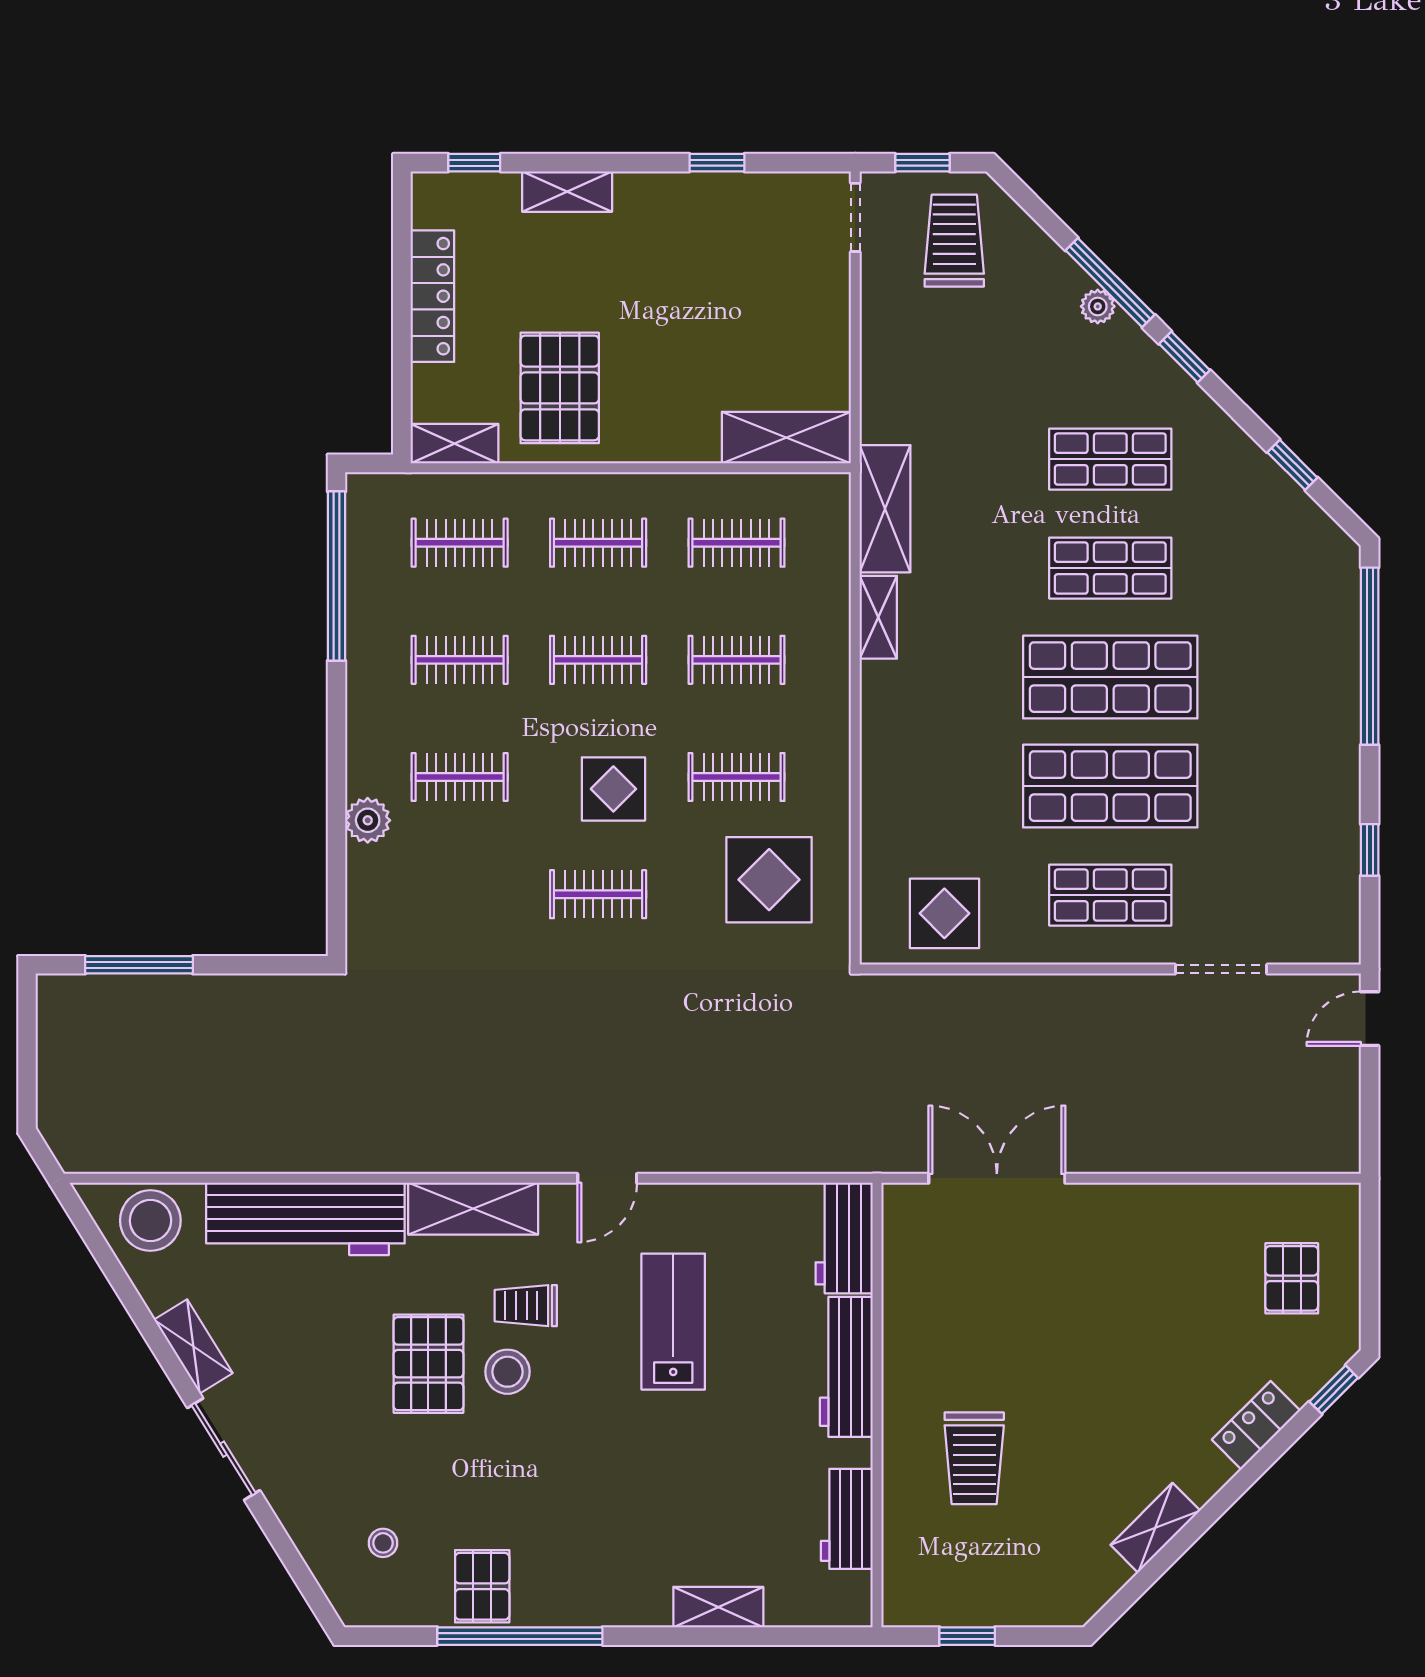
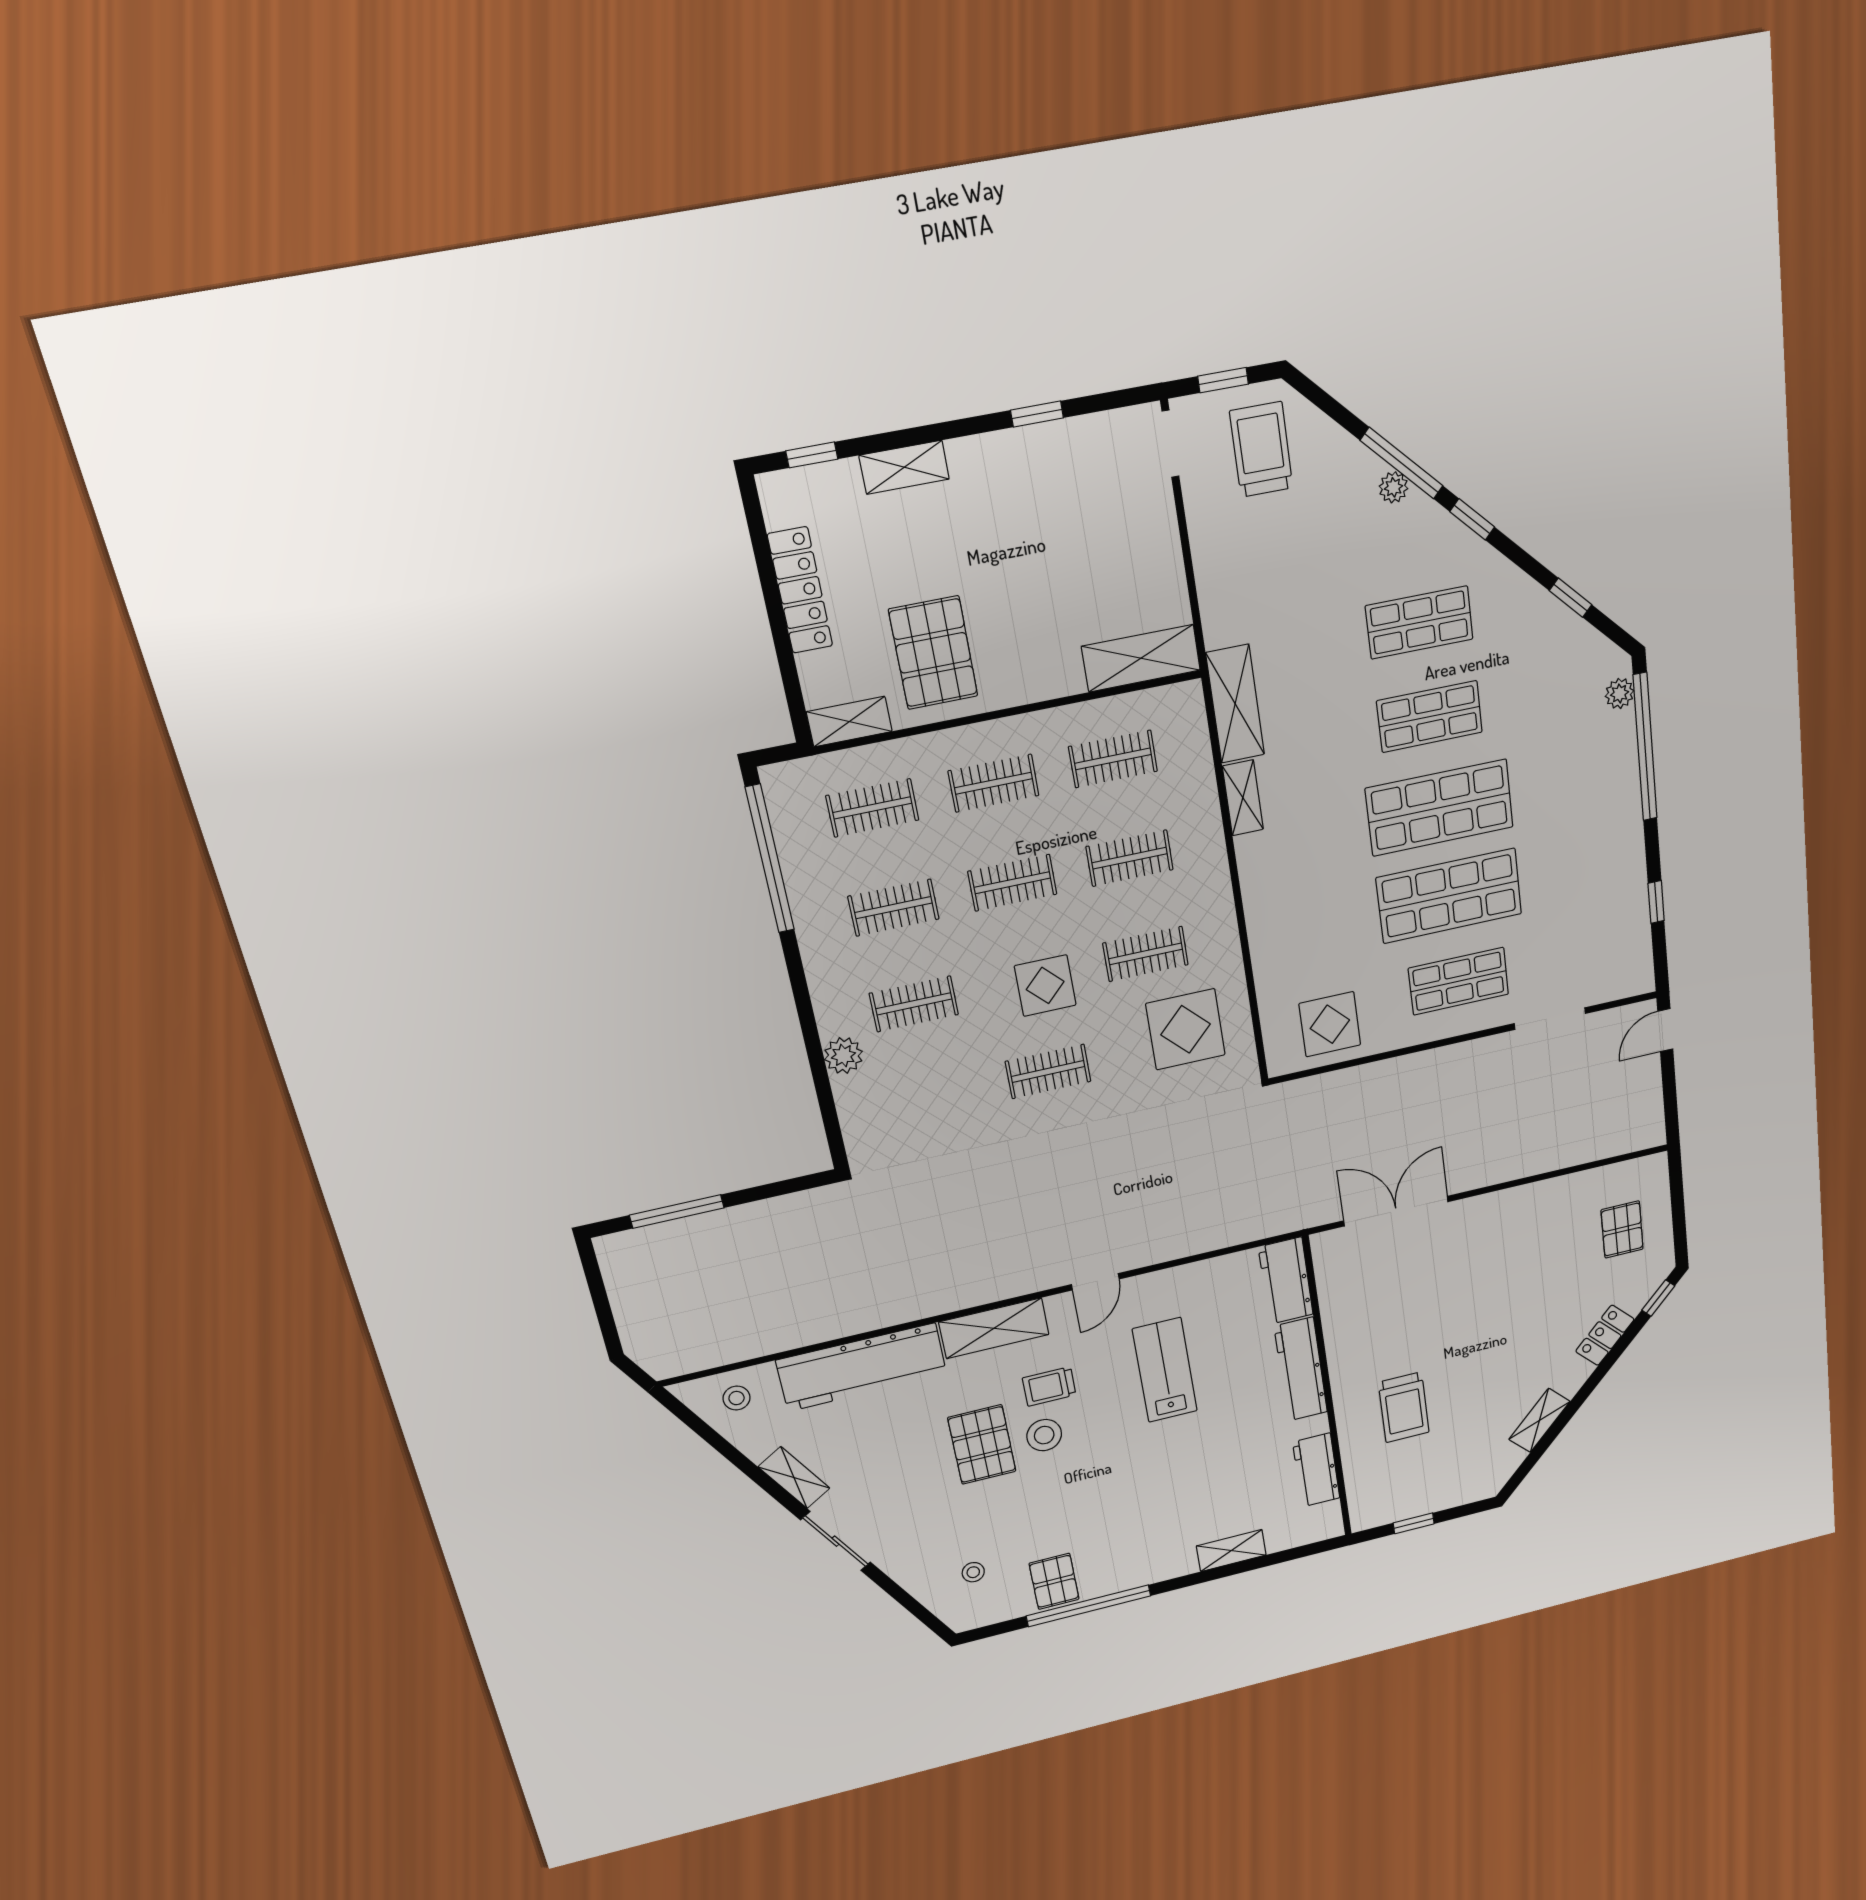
plant: (1343, 587) -> (1620, 693), added
stool: (150, 1221) -> (737, 1398), width x0.53, depth x0.53

